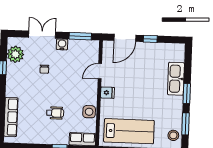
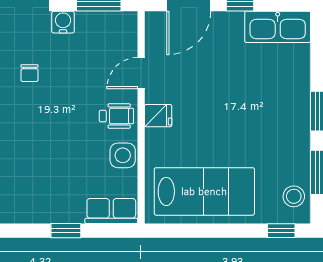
kitchen sink: (176, 79) -> (278, 27), moved, turned -90
wheelchair: (55, 113) -> (116, 116), moved

